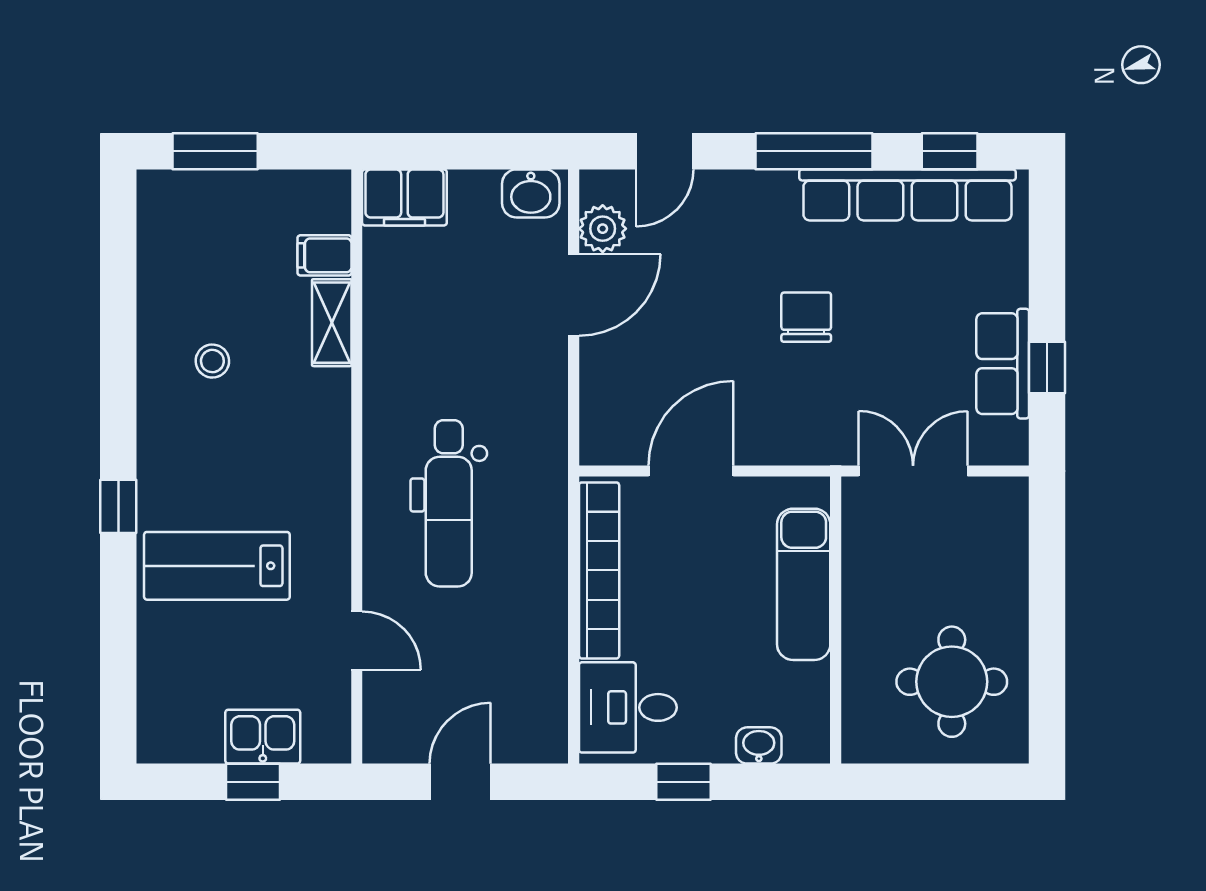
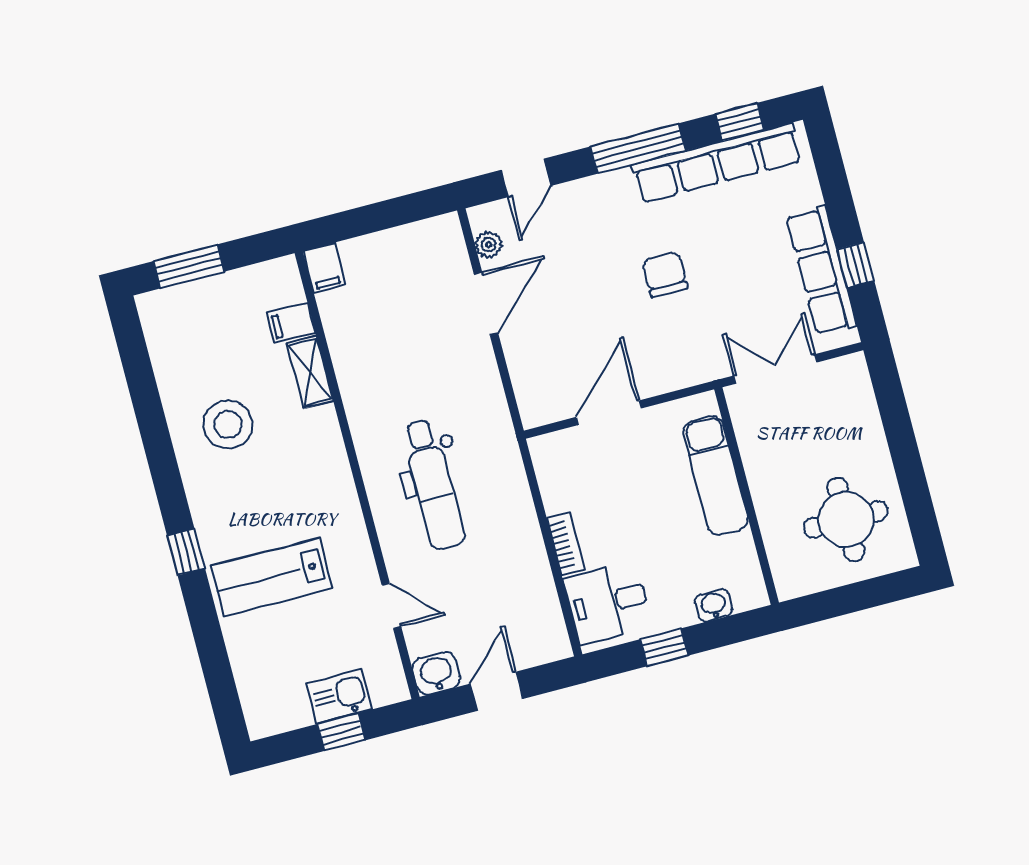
washbasin: (531, 193) -> (436, 673), moved, turned 180
filing cabinet: (404, 197) -> (324, 268), width x0.50
plant: (603, 229) -> (489, 245), width x0.73, depth x0.73
stool: (212, 361) -> (228, 424), width x1.89, depth x1.89
row of seats: (1003, 364) -> (821, 271), width x1.48
bookcase: (599, 570) -> (566, 544), width x0.43, depth x0.76

